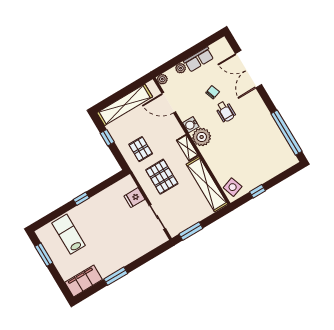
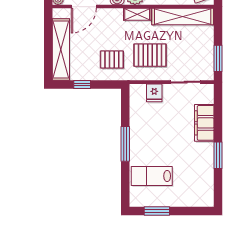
window: (81, 199) -> (125, 144), width x2.17
filing cabinet: (84, 281) -> (204, 123), moved

